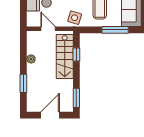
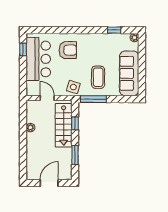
window: (115, 30) -> (93, 99), moved
window: (23, 83) -> (23, 152), removed
window: (76, 98) -> (75, 155), moved

